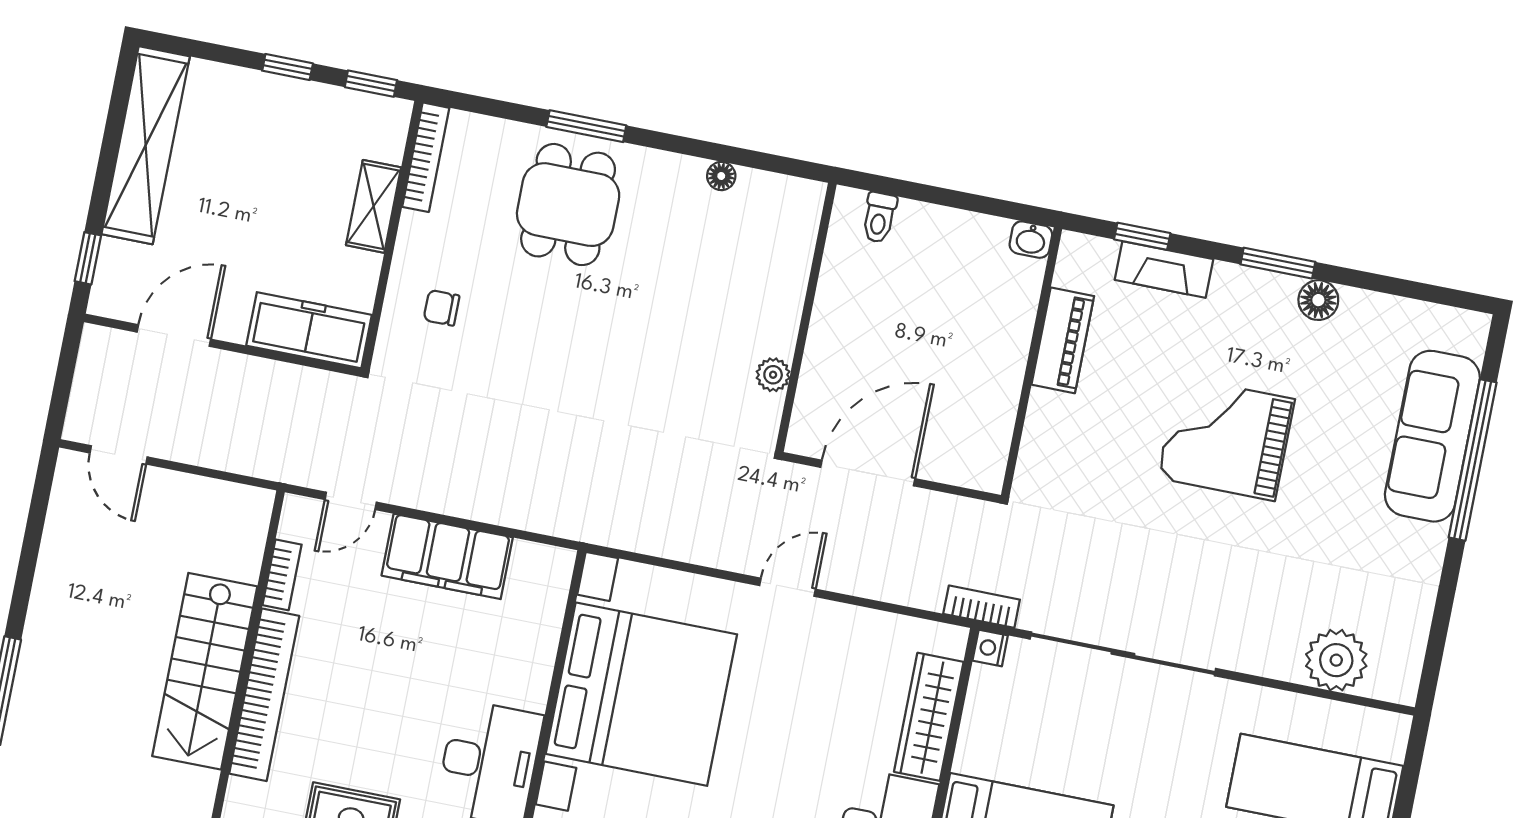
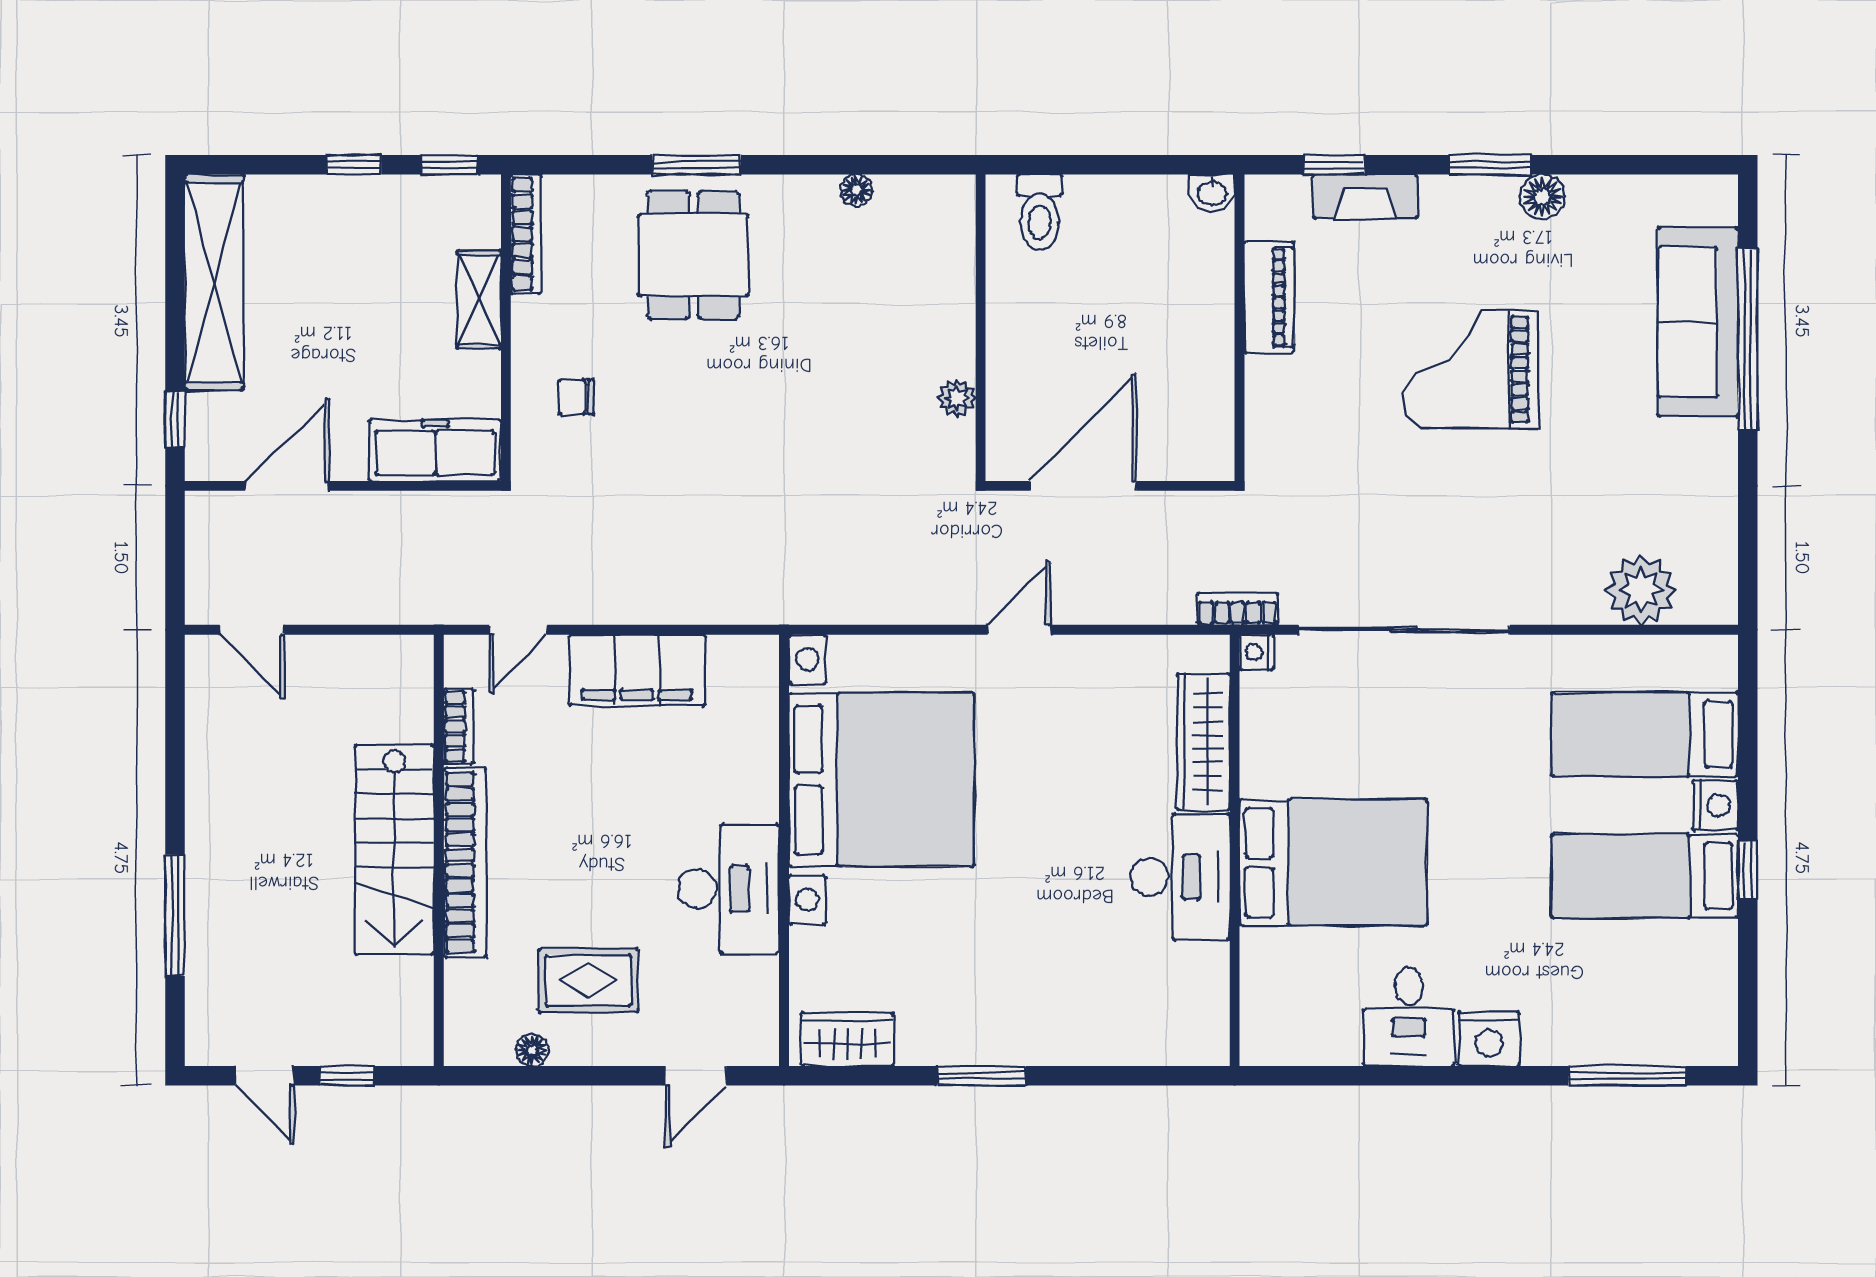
toilet: (879, 217) -> (1040, 212), width x1.37, depth x1.39

